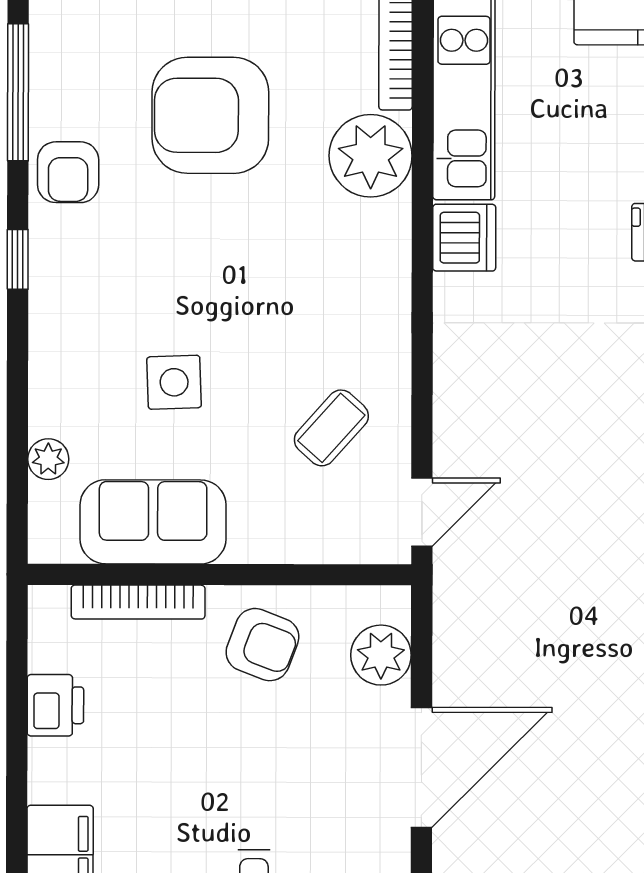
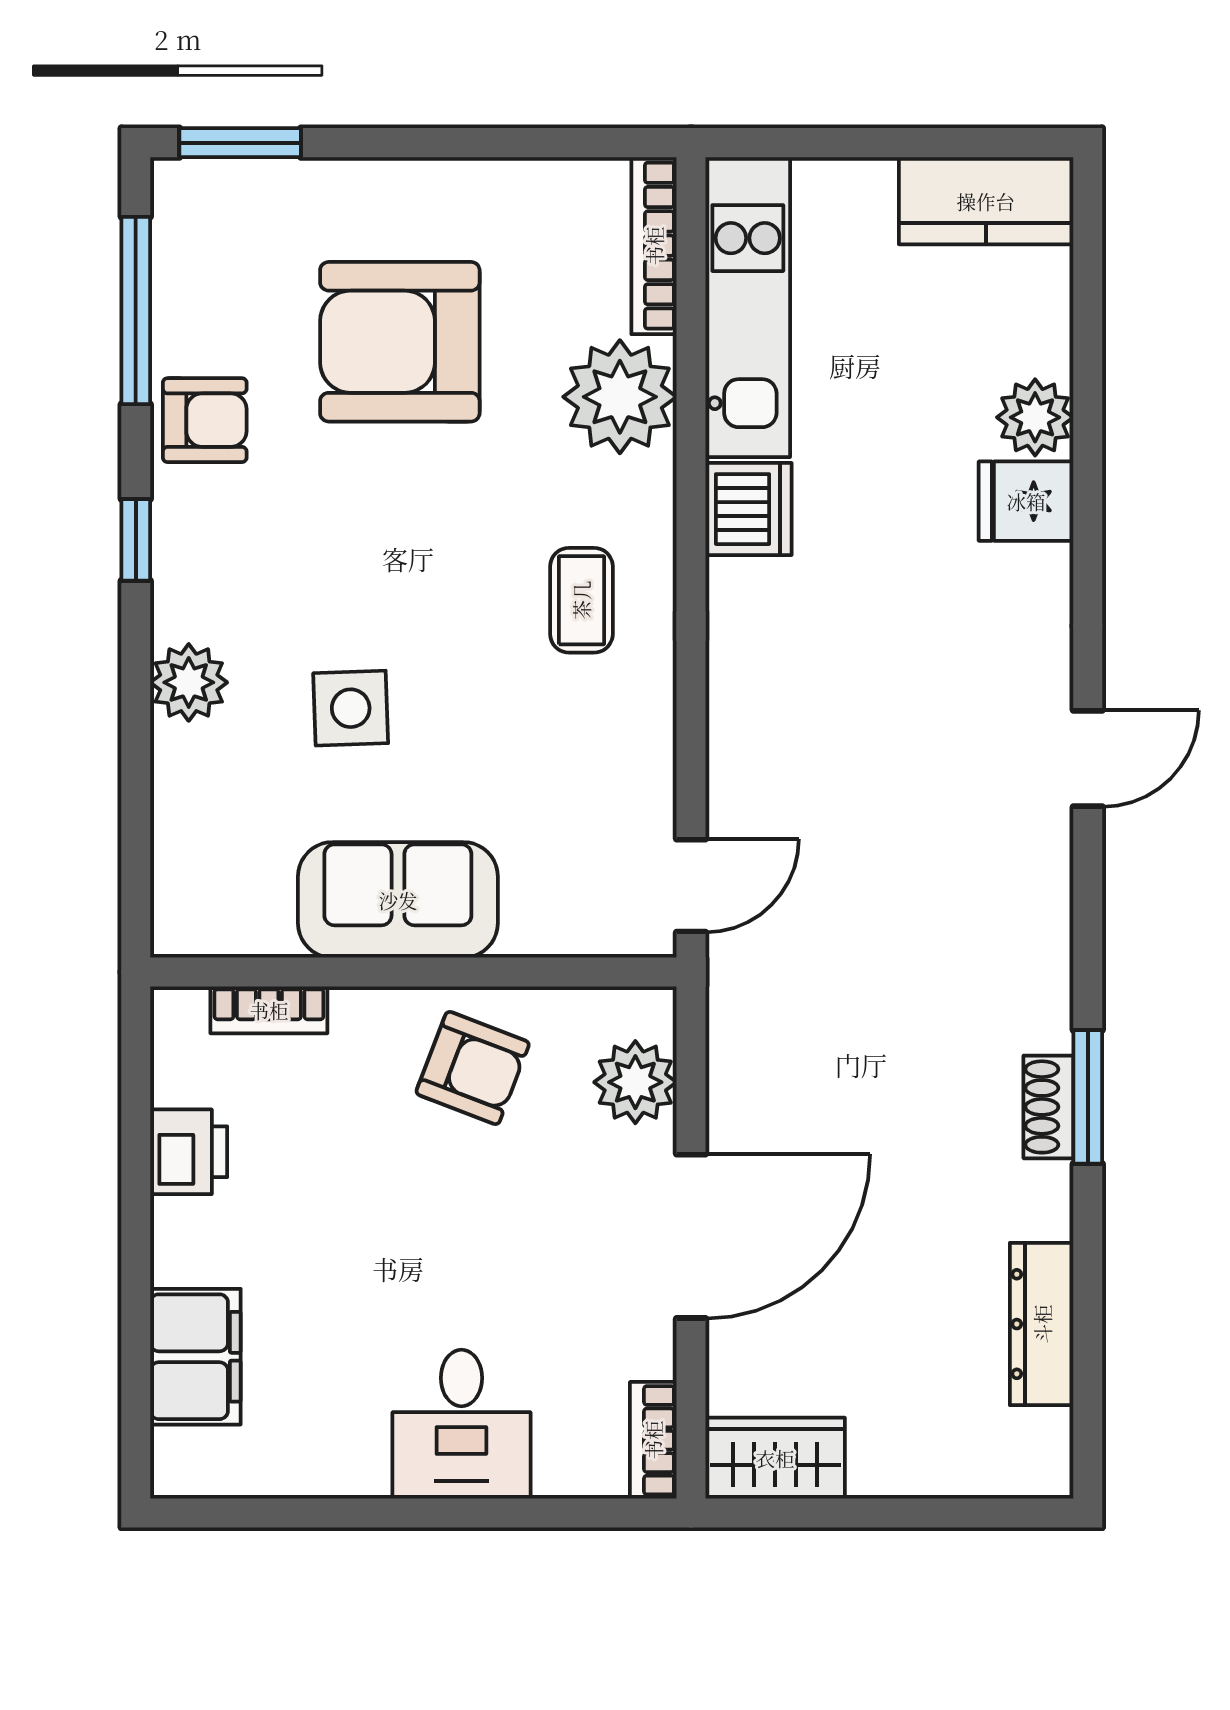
armchair: (68, 172) -> (205, 420), turned -90
coffee table: (331, 428) -> (581, 600), moved, turned -42
plant: (48, 459) -> (189, 682), moved, width x1.38, depth x1.38
sofa: (153, 522) -> (398, 900), moved
bookcase: (138, 602) -> (269, 1010), width x0.64

